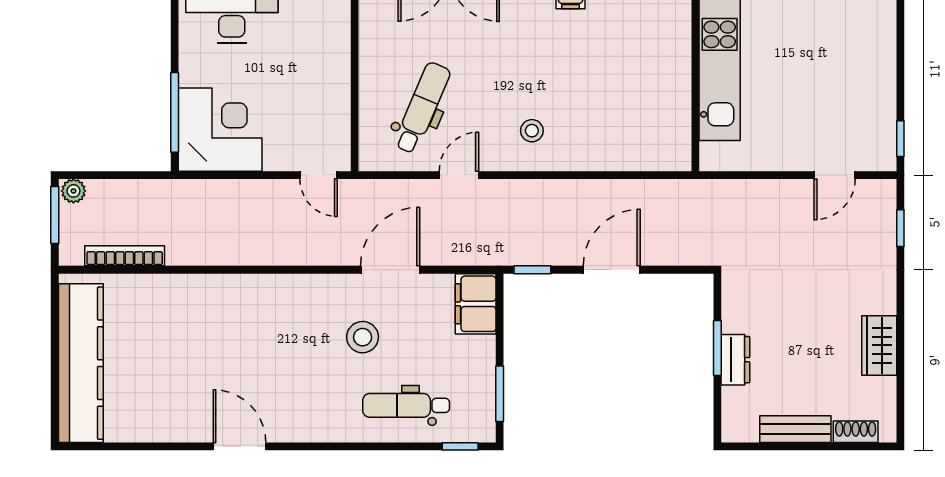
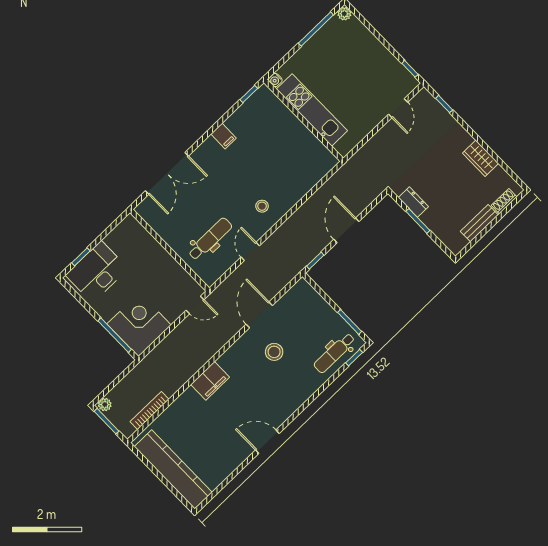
dental chair: (422, 108) -> (210, 239), turned 67
filing cabinet: (476, 304) -> (210, 381), moved, turned -90
dresser: (735, 360) -> (413, 202), moved
dental chair: (406, 405) -> (334, 353), moved

